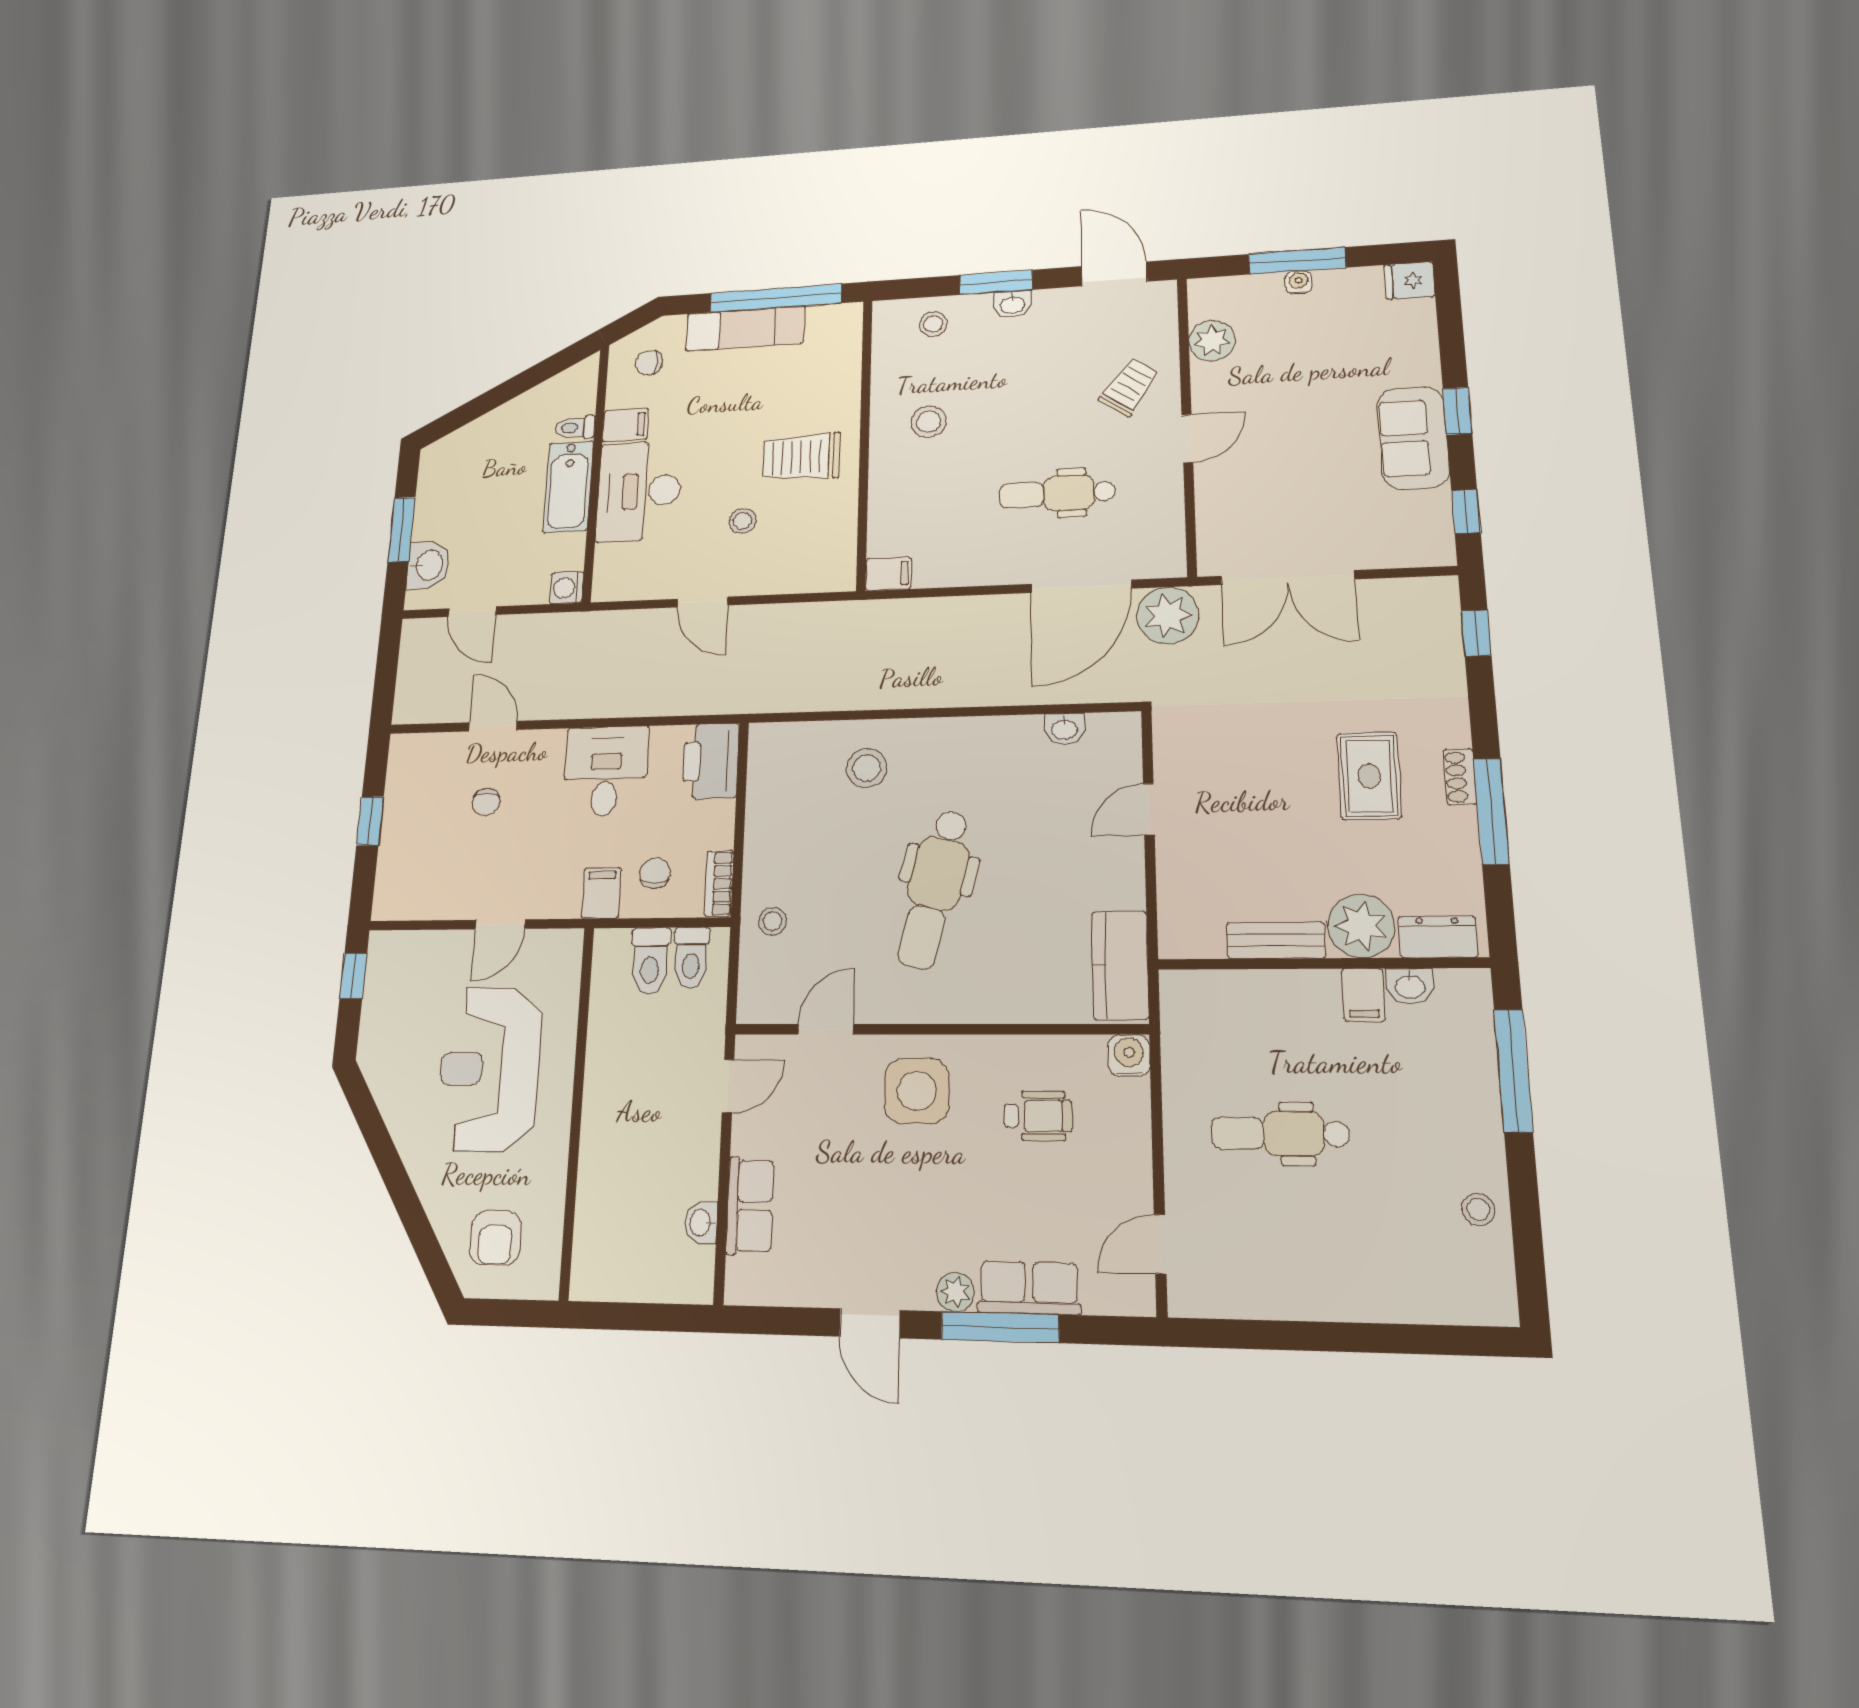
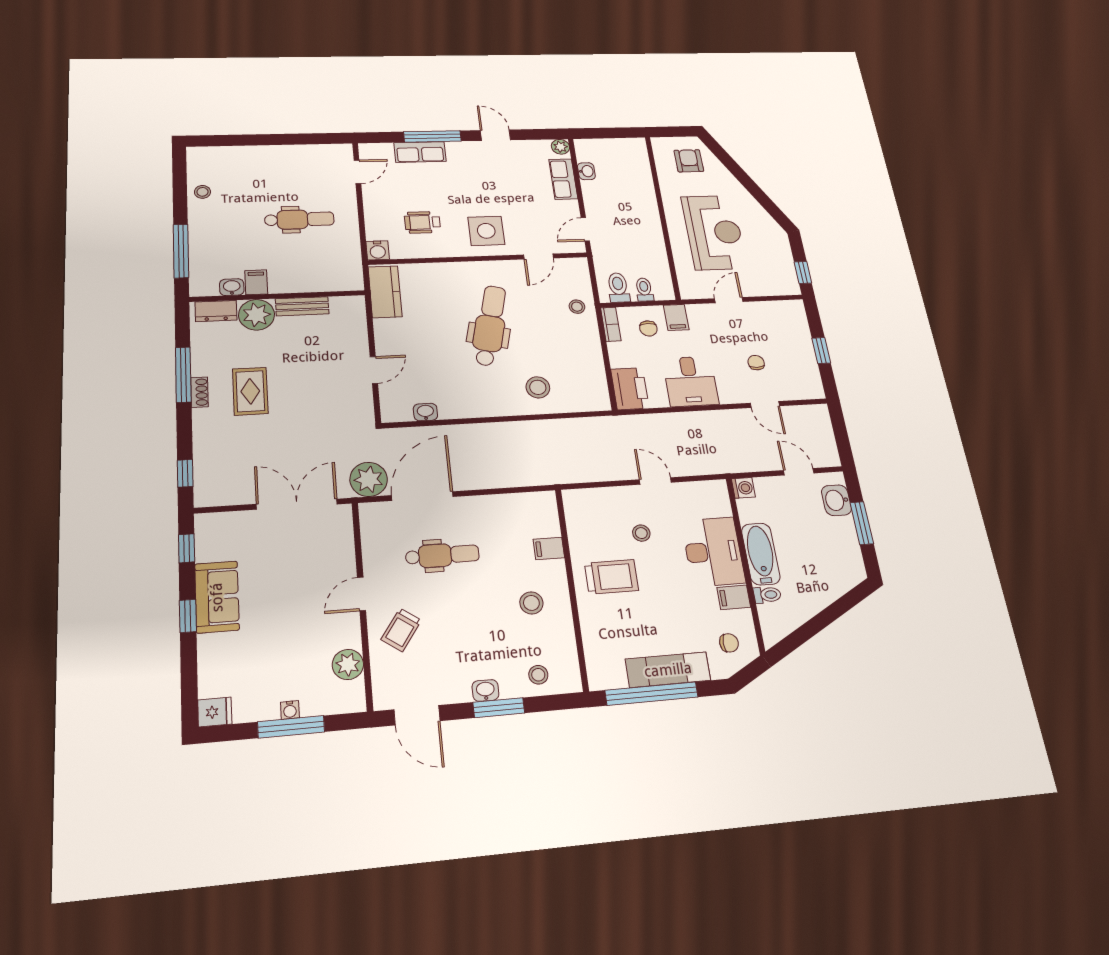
filing cabinet: (888, 574) -> (549, 548), moved
toilet: (650, 961) -> (644, 290), width x0.73, depth x0.72
plant: (955, 1292) -> (560, 147), moved

